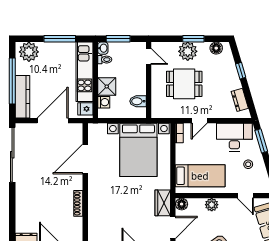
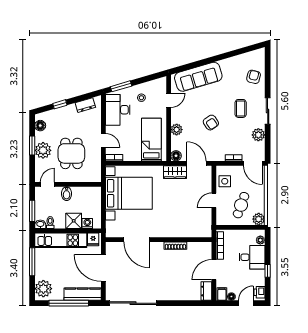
bidet: (138, 101) -> (67, 194), moved

